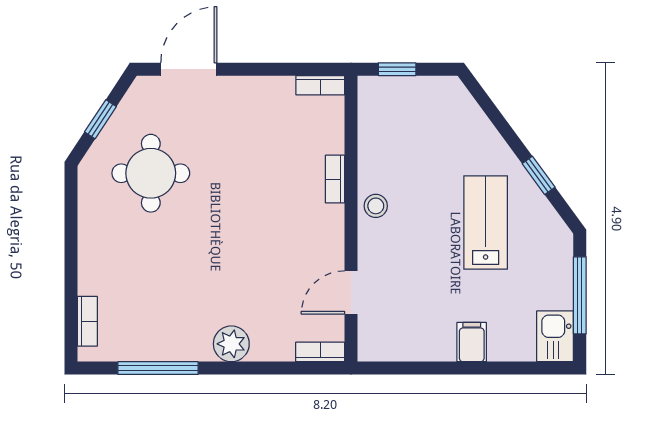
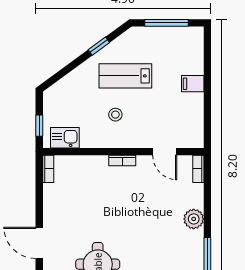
bookcase: (335, 179) -> (122, 161), moved
stool: (376, 206) -> (115, 115), moved
kitchen sink: (555, 336) -> (65, 138), moved, turned 180

